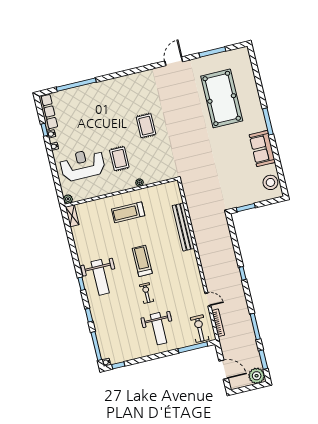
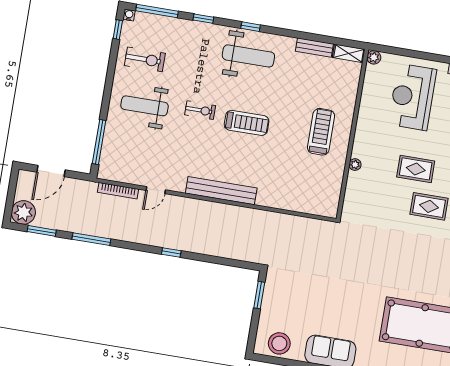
rug: (119, 159) -> (416, 169), moved
reception desk: (82, 165) -> (412, 97), turned 180
bench: (183, 227) -> (221, 191), moved
bench: (78, 239) -> (314, 48), added
weight bench: (100, 277) -> (248, 56), turned 180
exercise bike: (200, 329) -> (145, 59), moved

